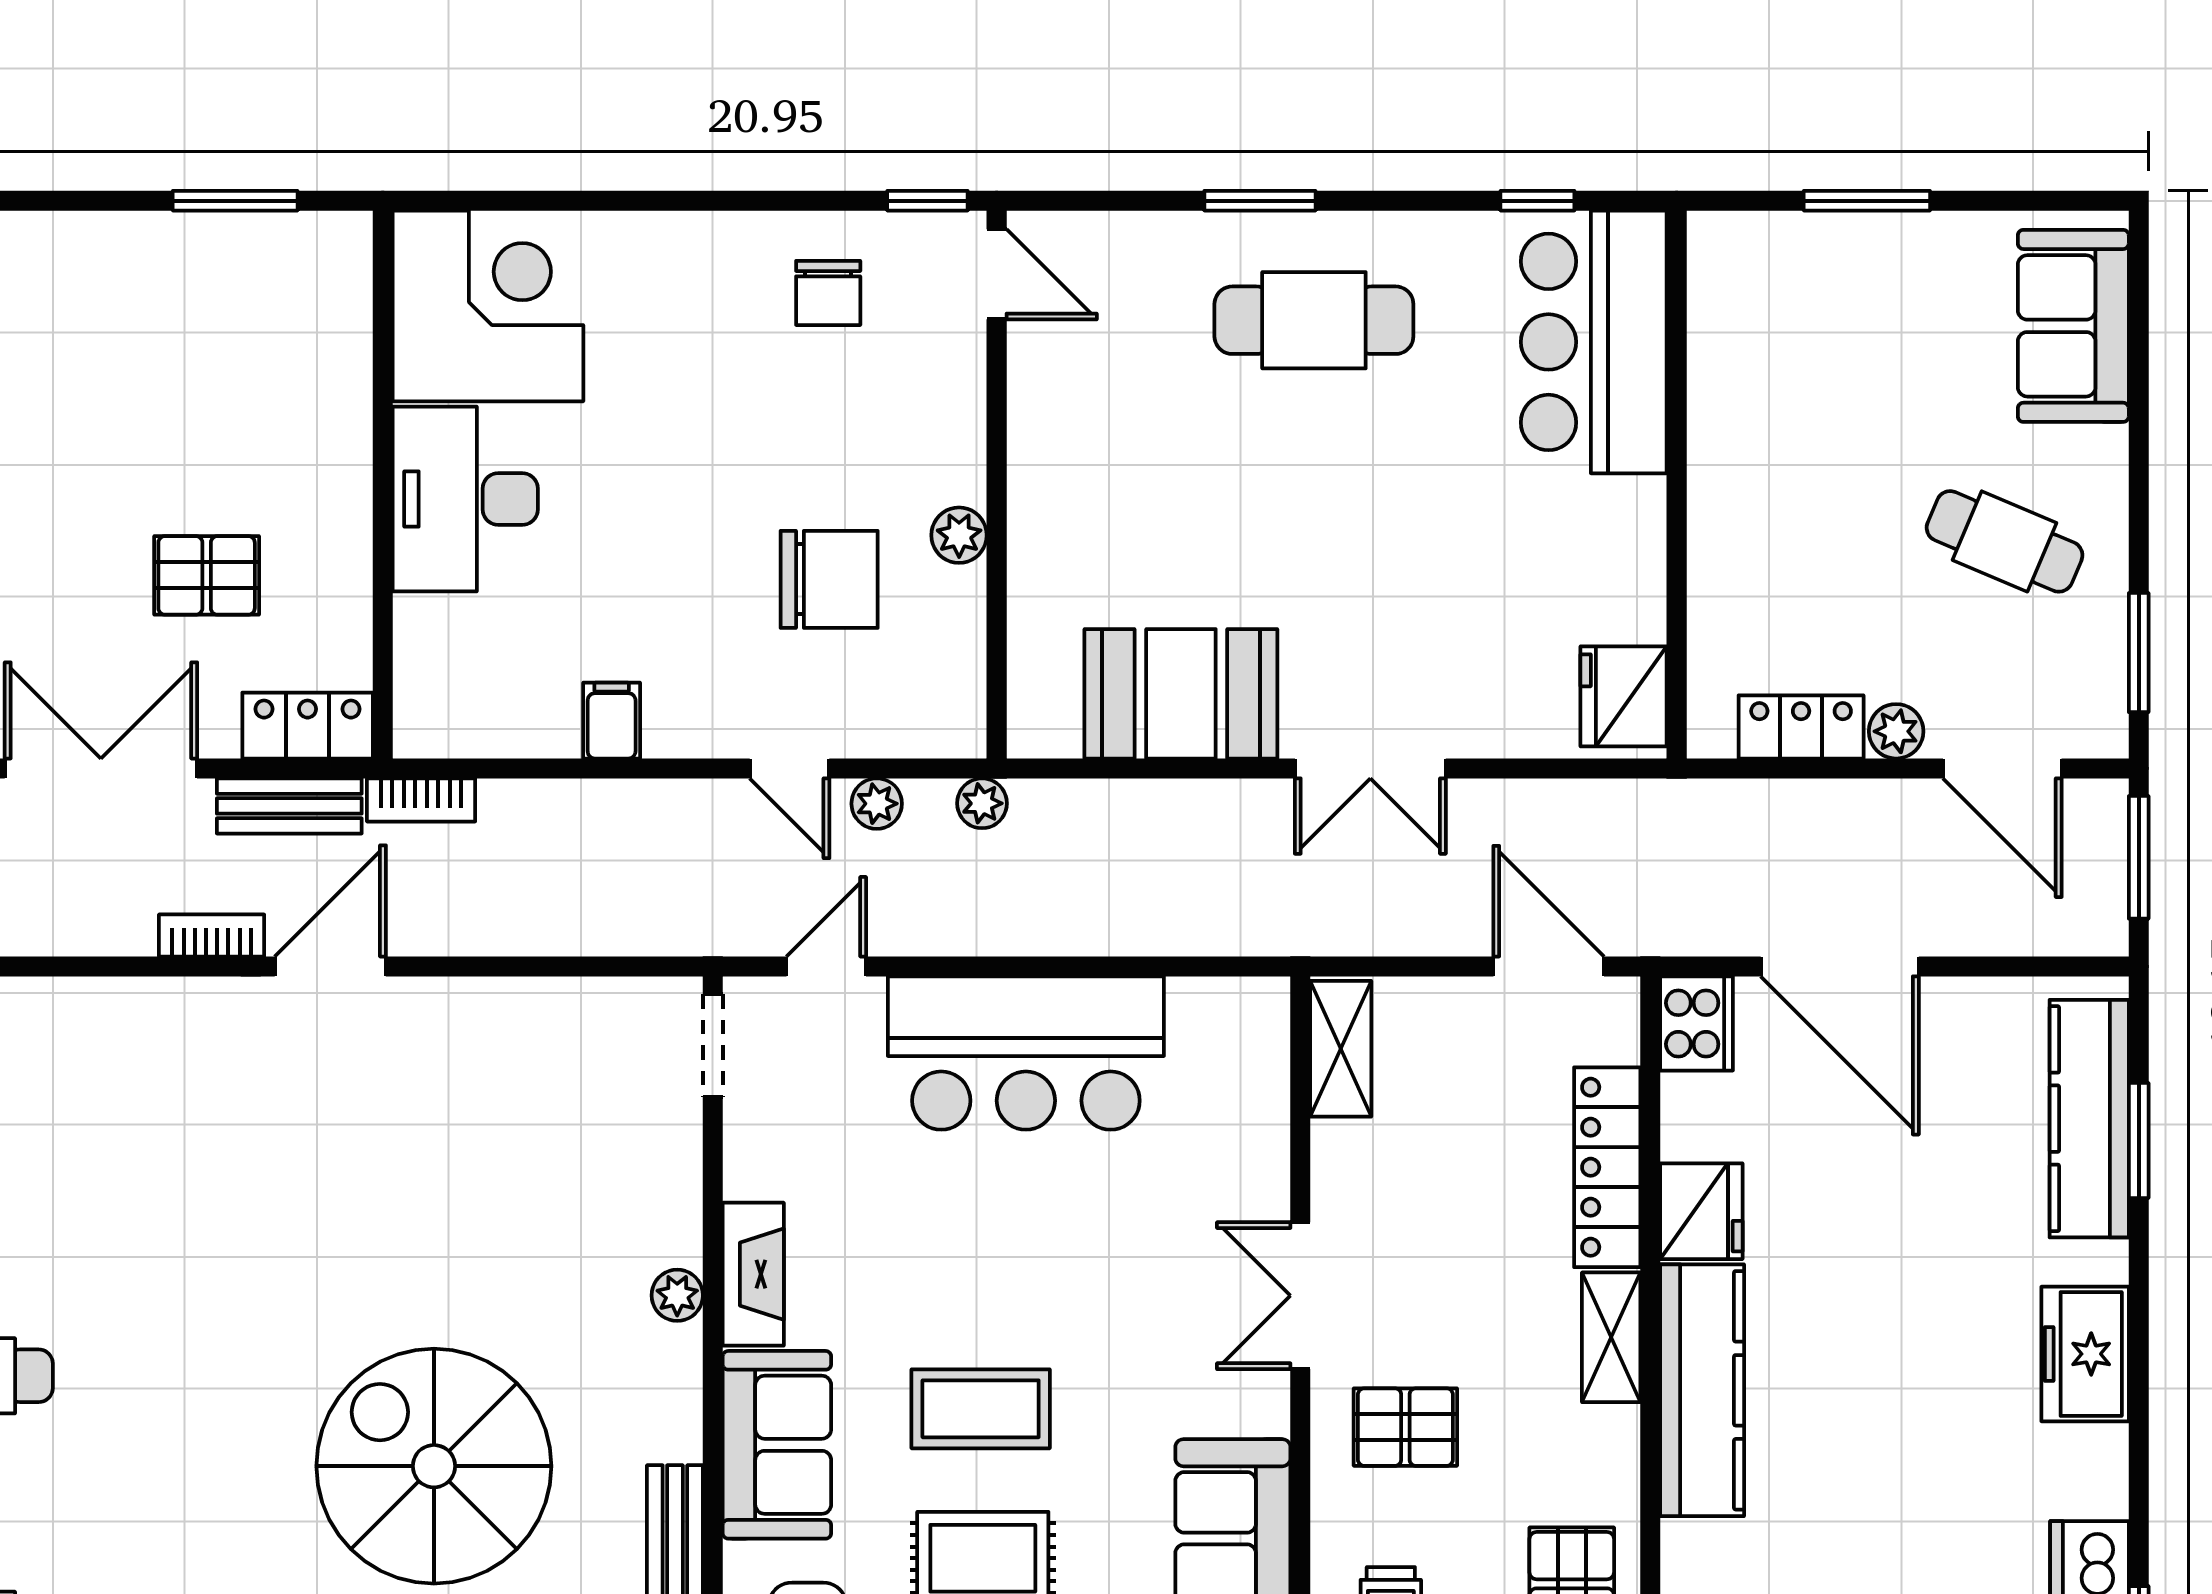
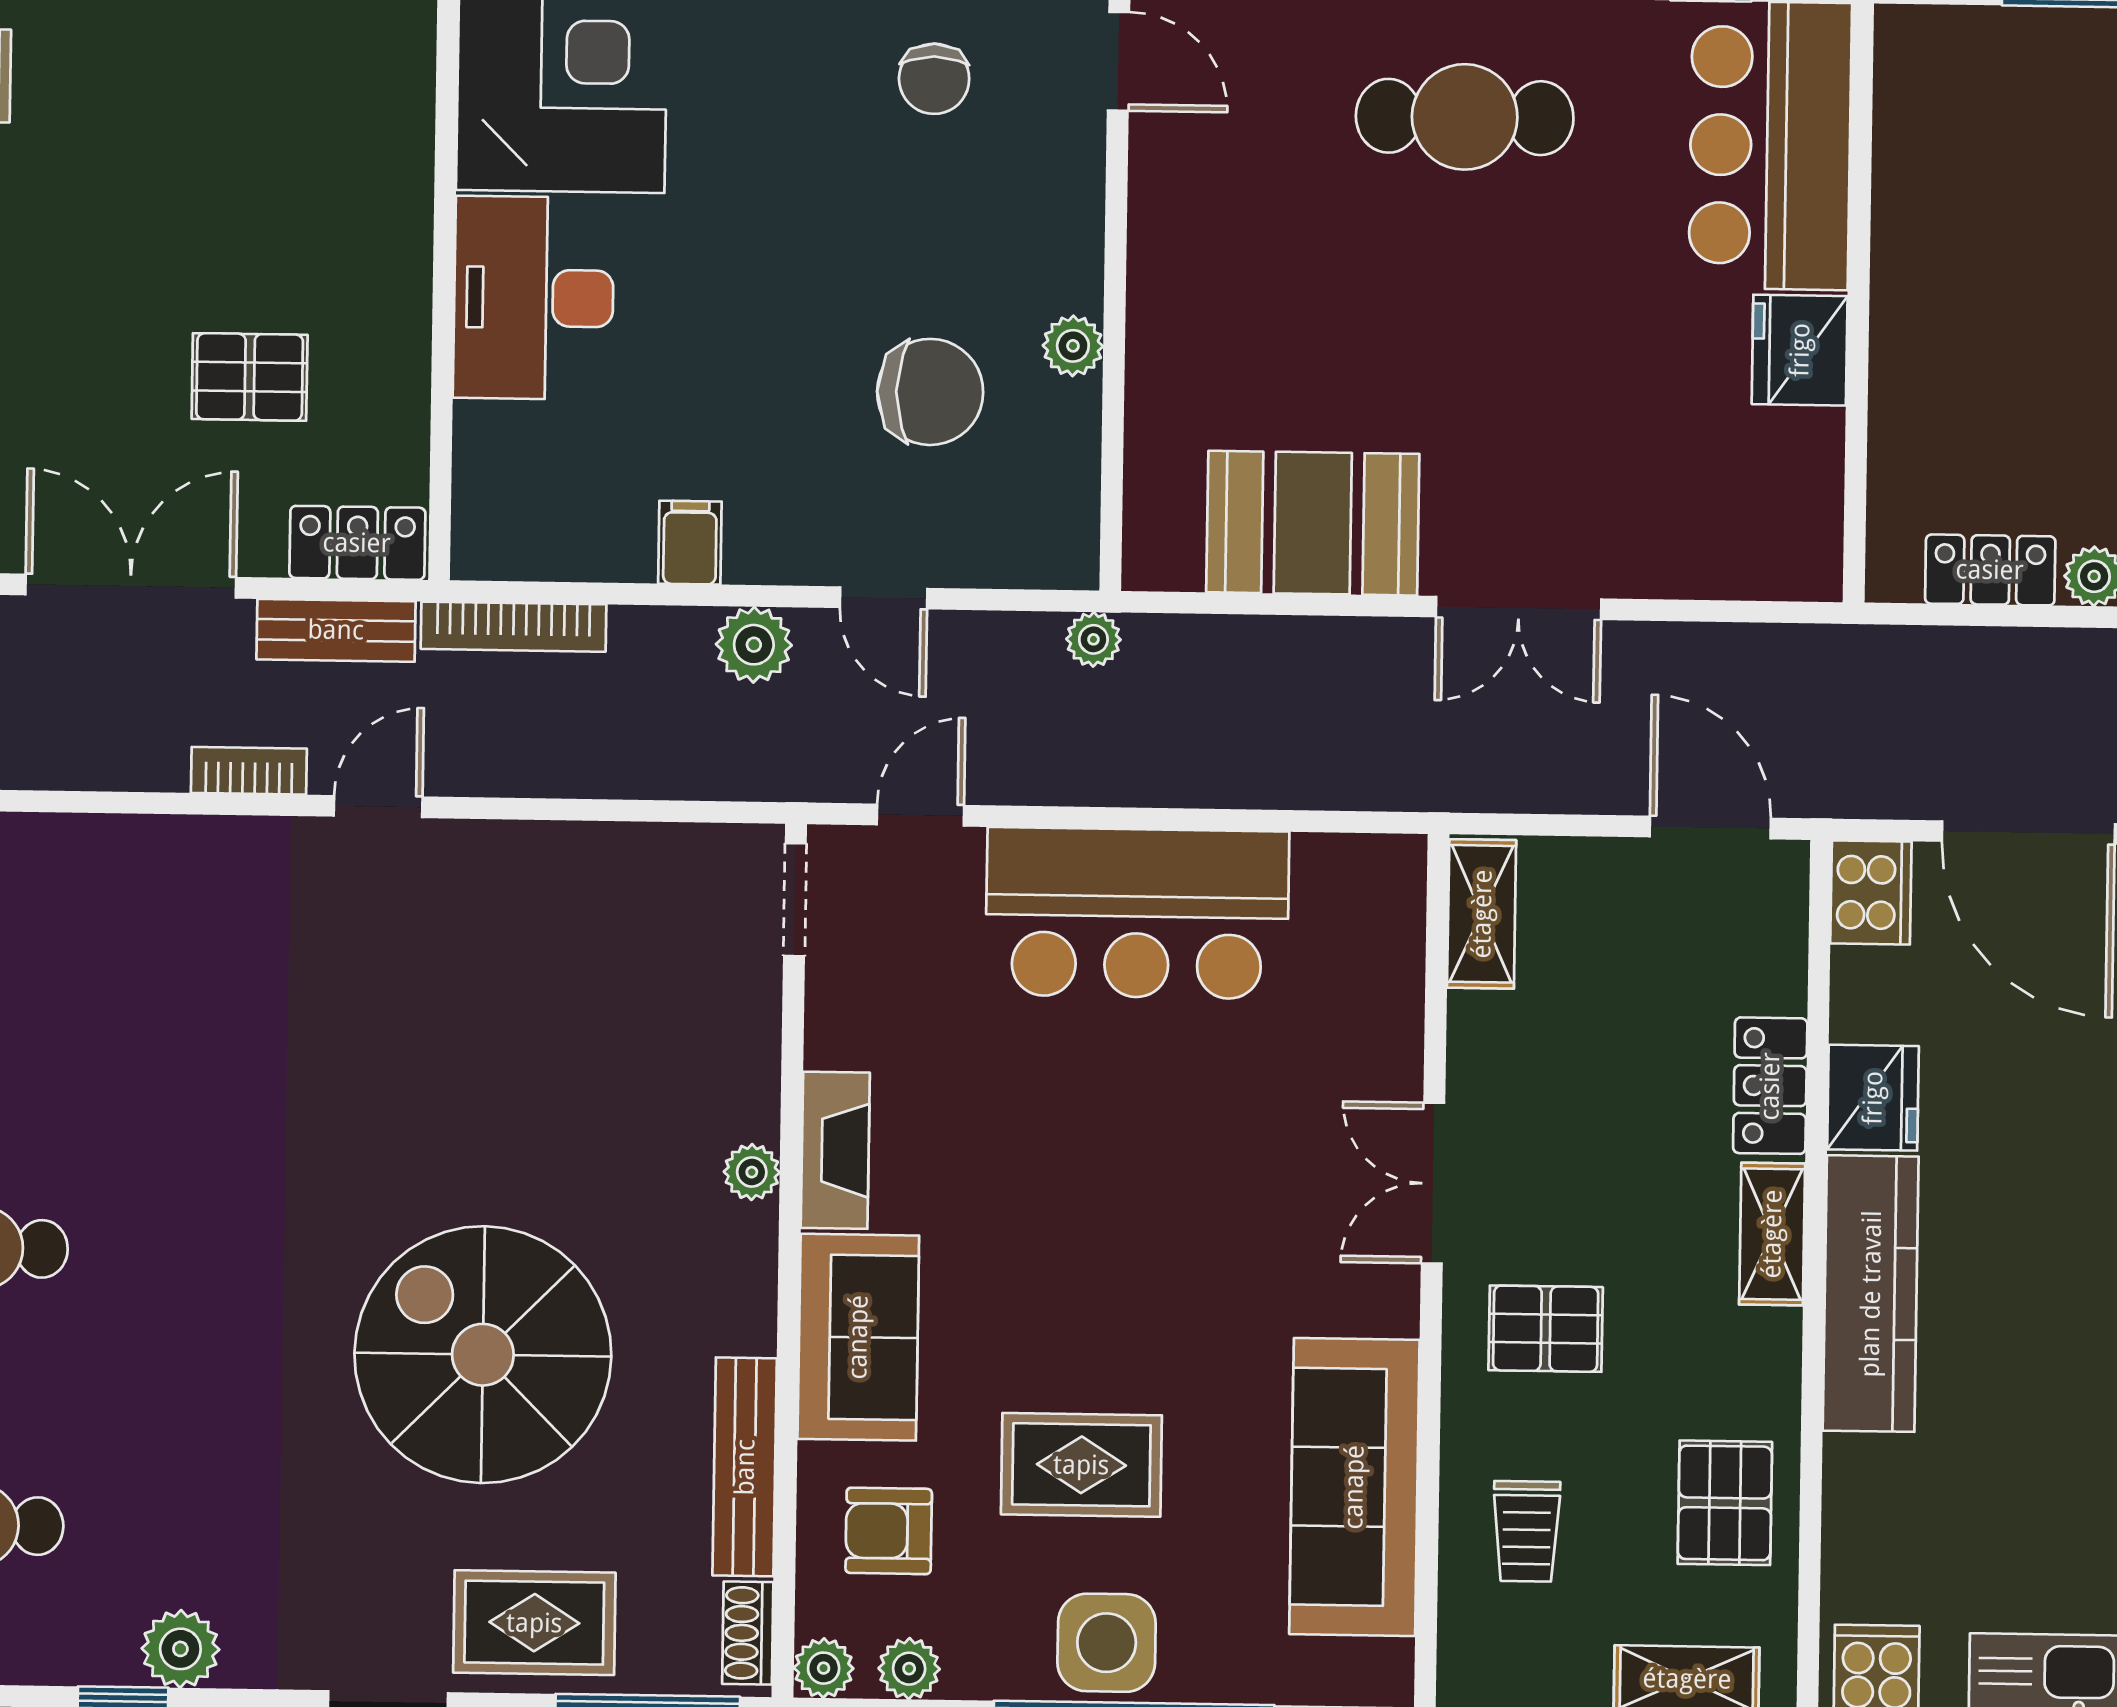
fridge: (1624, 696) -> (1800, 350), moved
bookcase: (421, 800) -> (514, 627), width x1.56
plant: (877, 804) -> (754, 645), moved, width x1.38, depth x1.38
door: (330, 966) -> (378, 807), width x0.73
locker: (1607, 1167) -> (1770, 1086), width x0.66
coffee table: (981, 1409) -> (1082, 1301), removed

